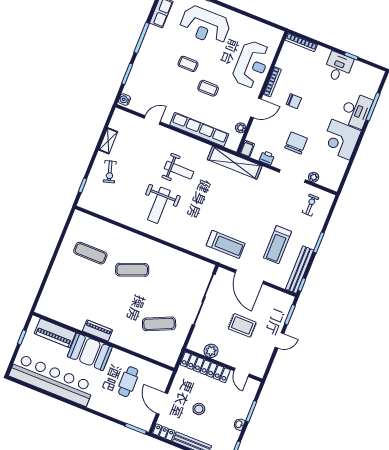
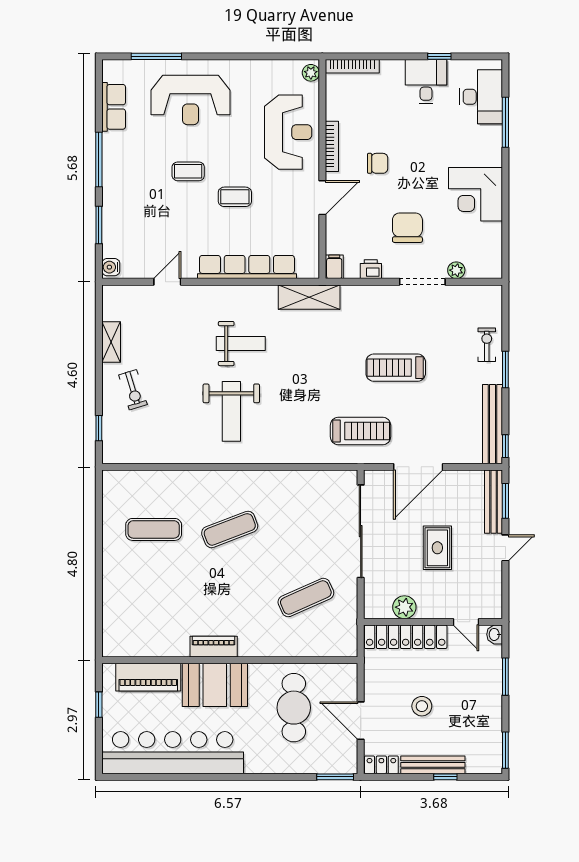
desk: (356, 110) -> (481, 97), moved
plant: (241, 128) -> (311, 73), moved
shelving: (235, 163) -> (309, 297), width x0.68
exercise bike: (310, 205) -> (487, 345), moved
treadmill: (277, 245) -> (396, 368), moved, turned 90
door: (249, 277) -> (418, 467), hinge flipped
bench: (283, 312) -> (494, 502), added
rug: (242, 325) -> (437, 548), turned 90
cafe table: (128, 382) -> (294, 708), width x1.37, depth x1.35
washbasin: (239, 424) -> (495, 634), moved

